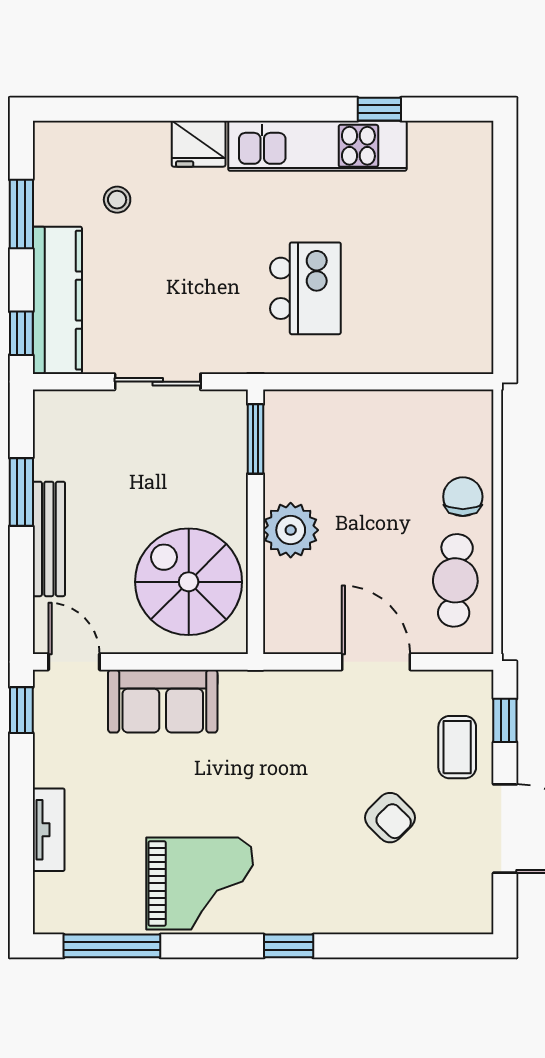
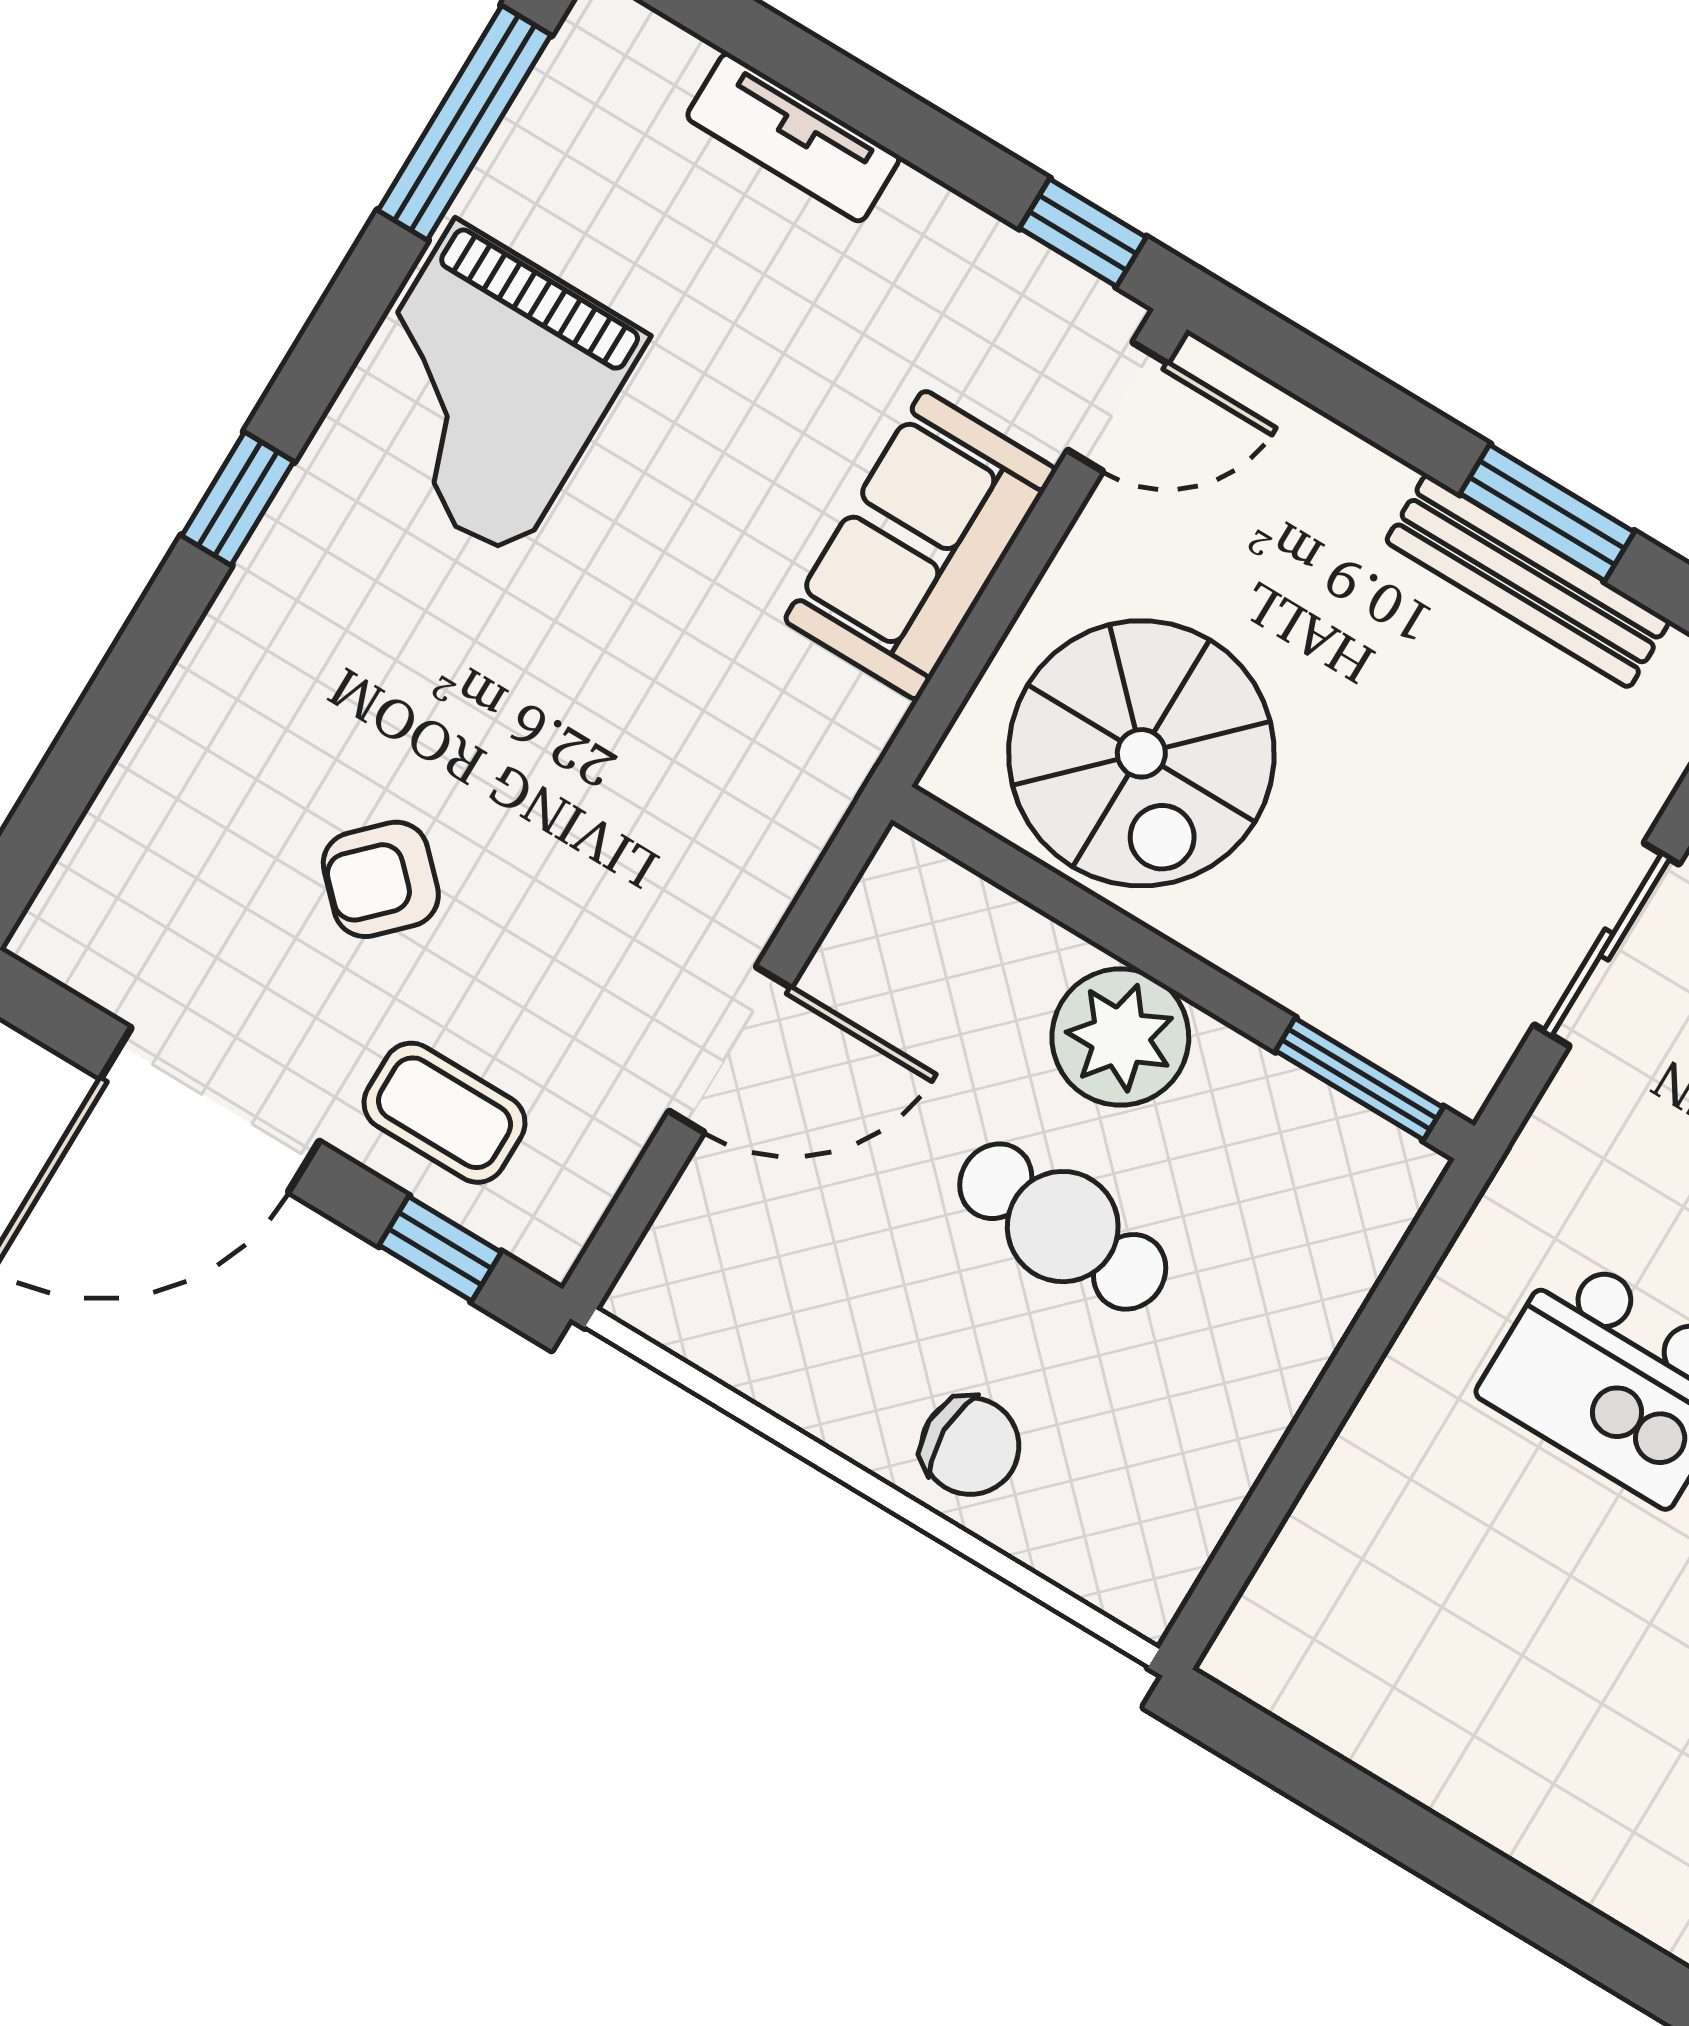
bench: (49, 539) -> (1528, 581), moved
cafe table: (455, 580) -> (1063, 1227), moved
spiral stairs: (189, 582) -> (1141, 753), turned 90

